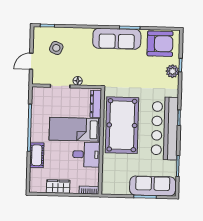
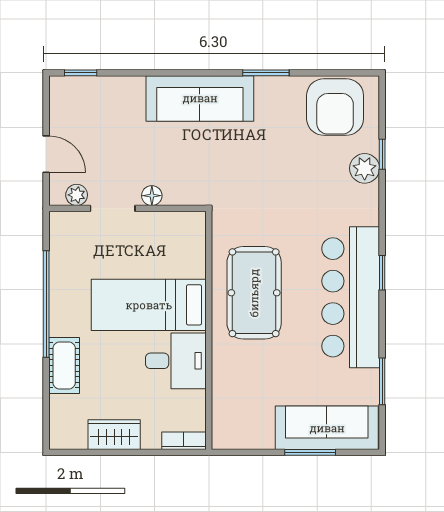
sofa: (117, 39) -> (200, 98), moved
armchair: (160, 44) -> (335, 107), turned 90
side table: (56, 48) -> (102, 123), removed
door: (31, 61) -> (46, 154), swing flipped
plant: (44, 80) -> (77, 195), added
dresser: (96, 104) -> (194, 246), removed
pool table: (122, 125) -> (254, 293), width x0.73, depth x0.76

